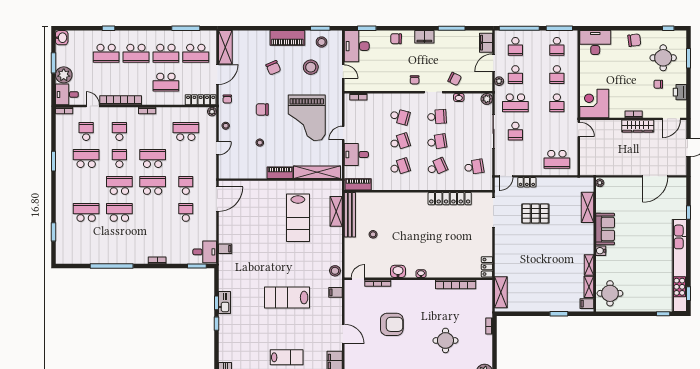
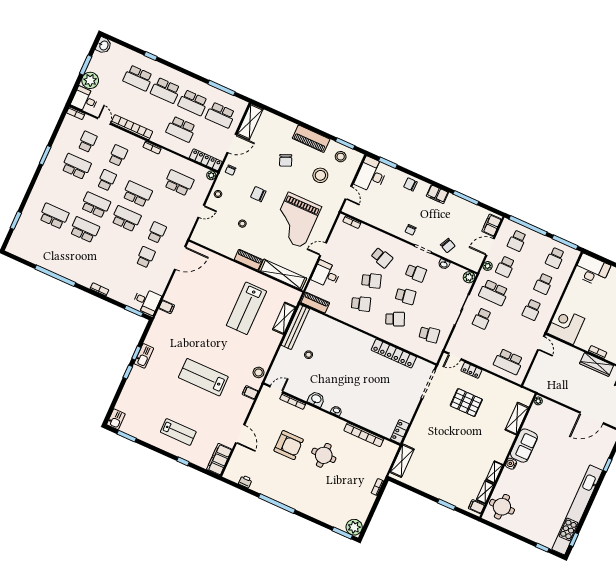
round table: (445, 340) -> (324, 455), moved

